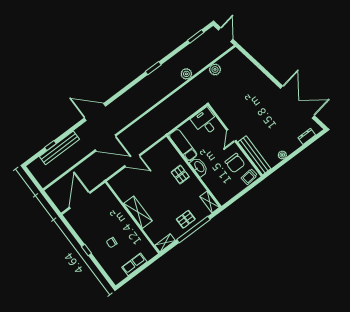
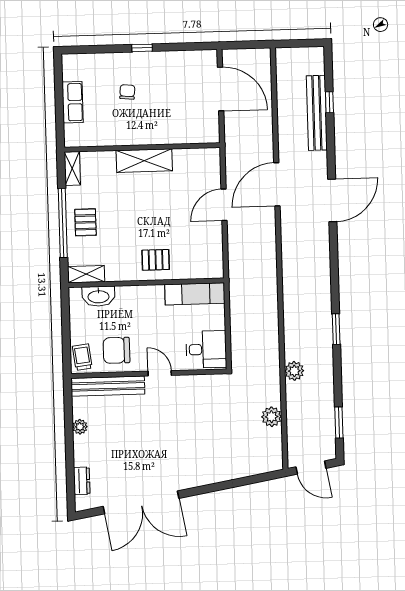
washbasin: (199, 167) -> (98, 296), moved

